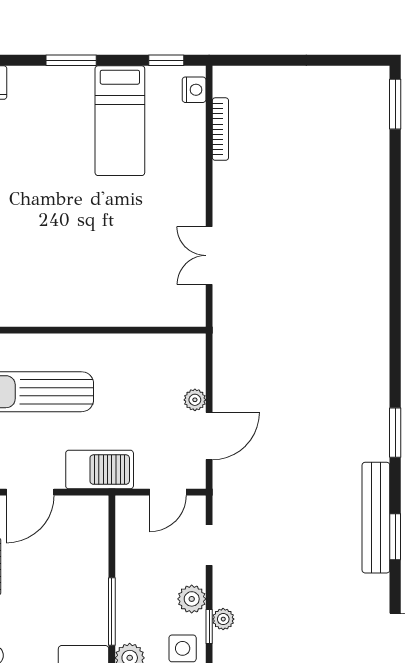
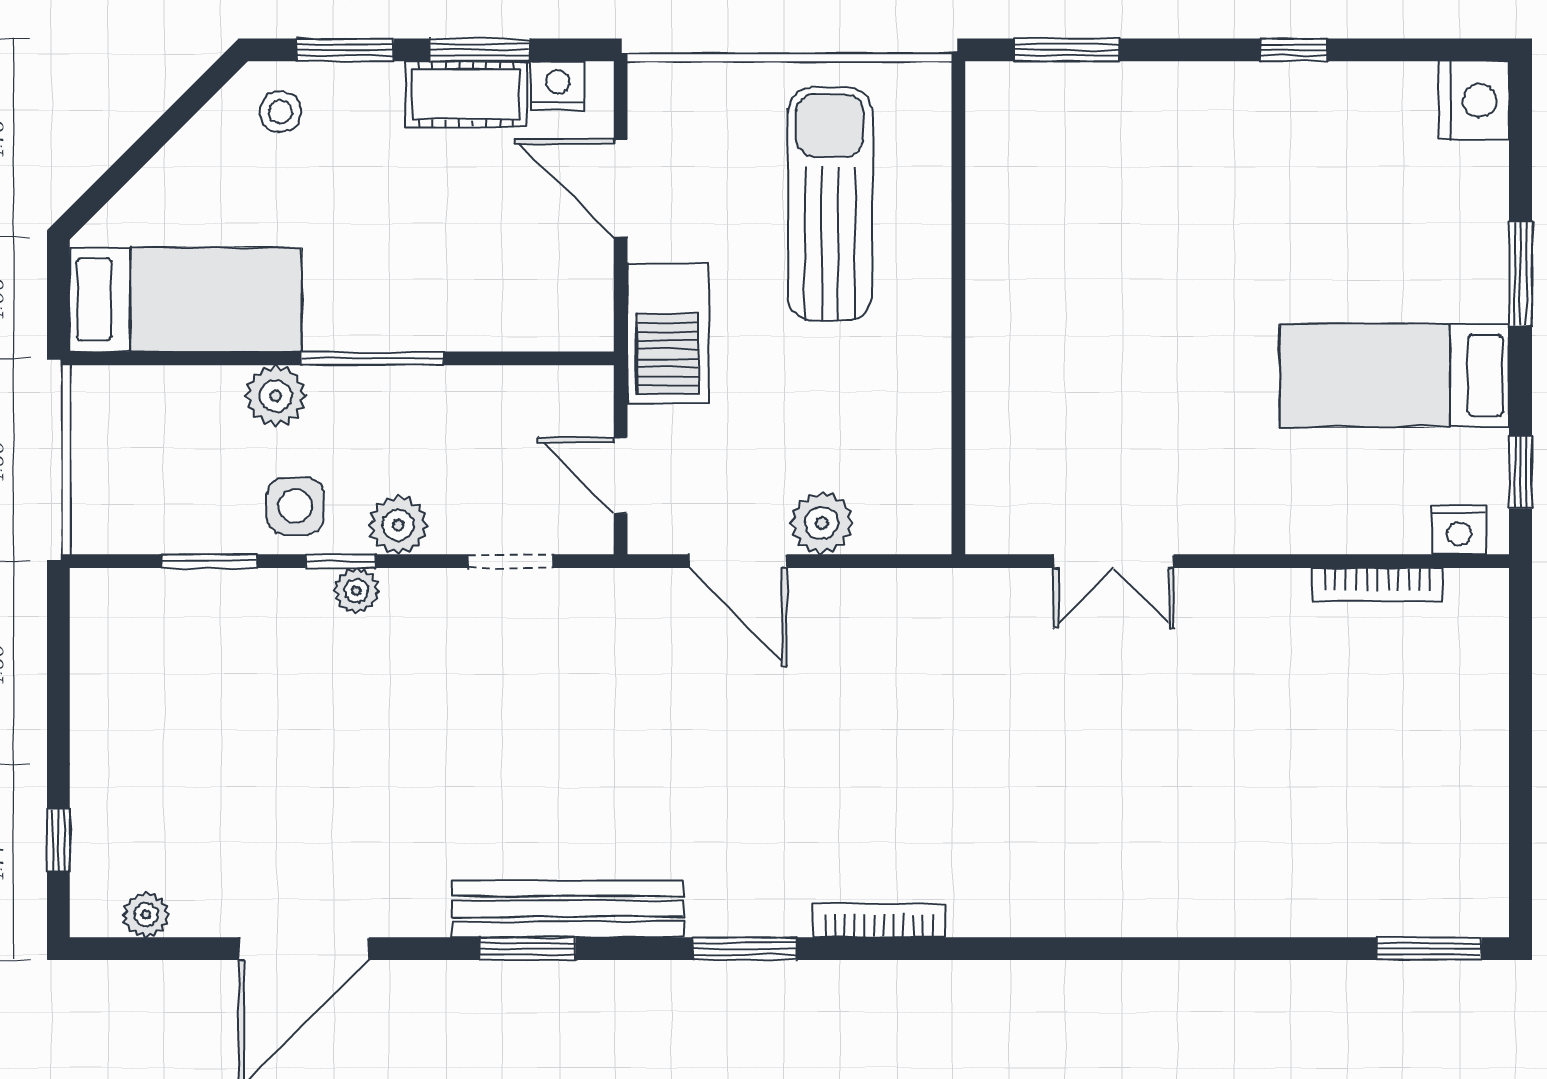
double door: (209, 256) -> (1114, 561), swing flipped
bookcase: (382, 368) -> (879, 920), added
plant: (195, 400) -> (822, 523), width x1.38, depth x1.38

